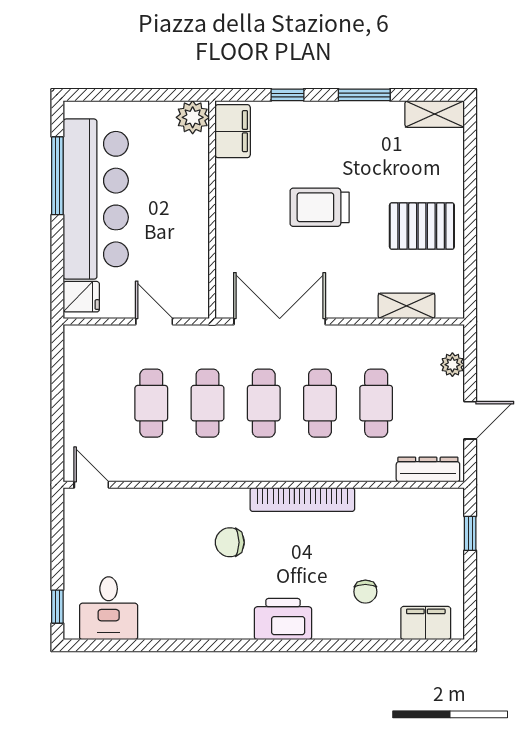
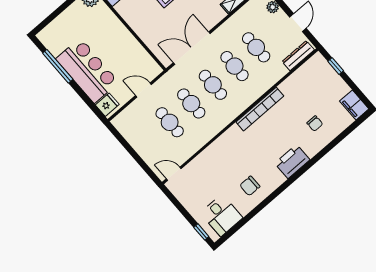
bar counter: (96, 199) -> (87, 71), width x0.73
chair: (230, 542) -> (250, 186), moved
filing cabinet: (426, 623) -> (354, 105), moved, turned -90

